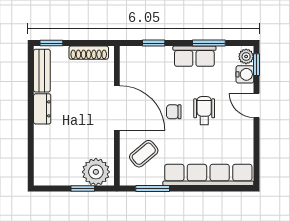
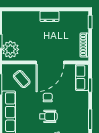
row of seats: (194, 56) -> (82, 77), moved
bench: (42, 71) -> (73, 16), removed

